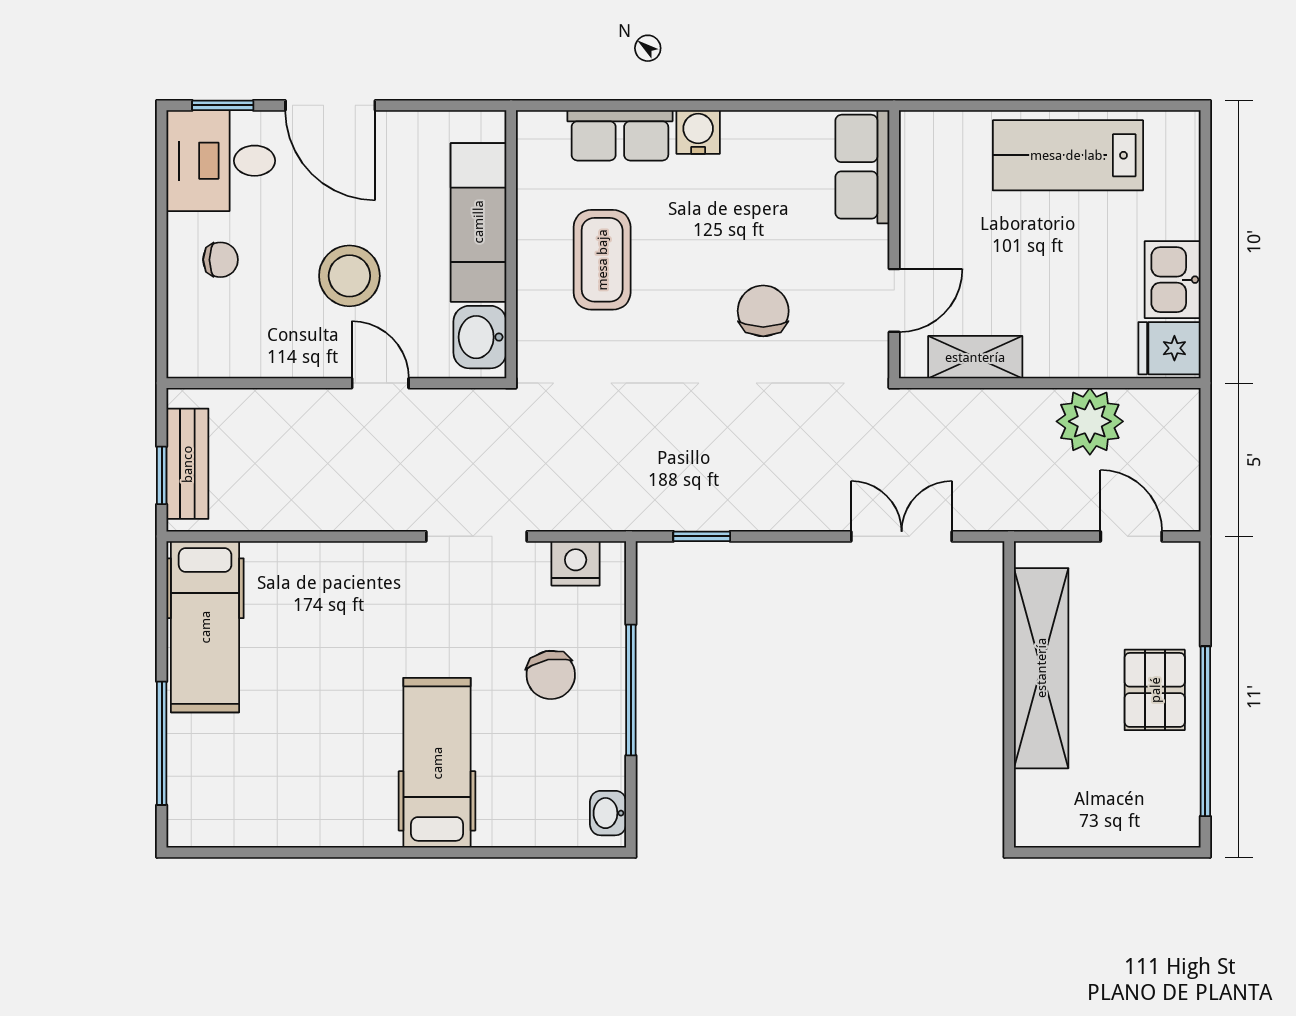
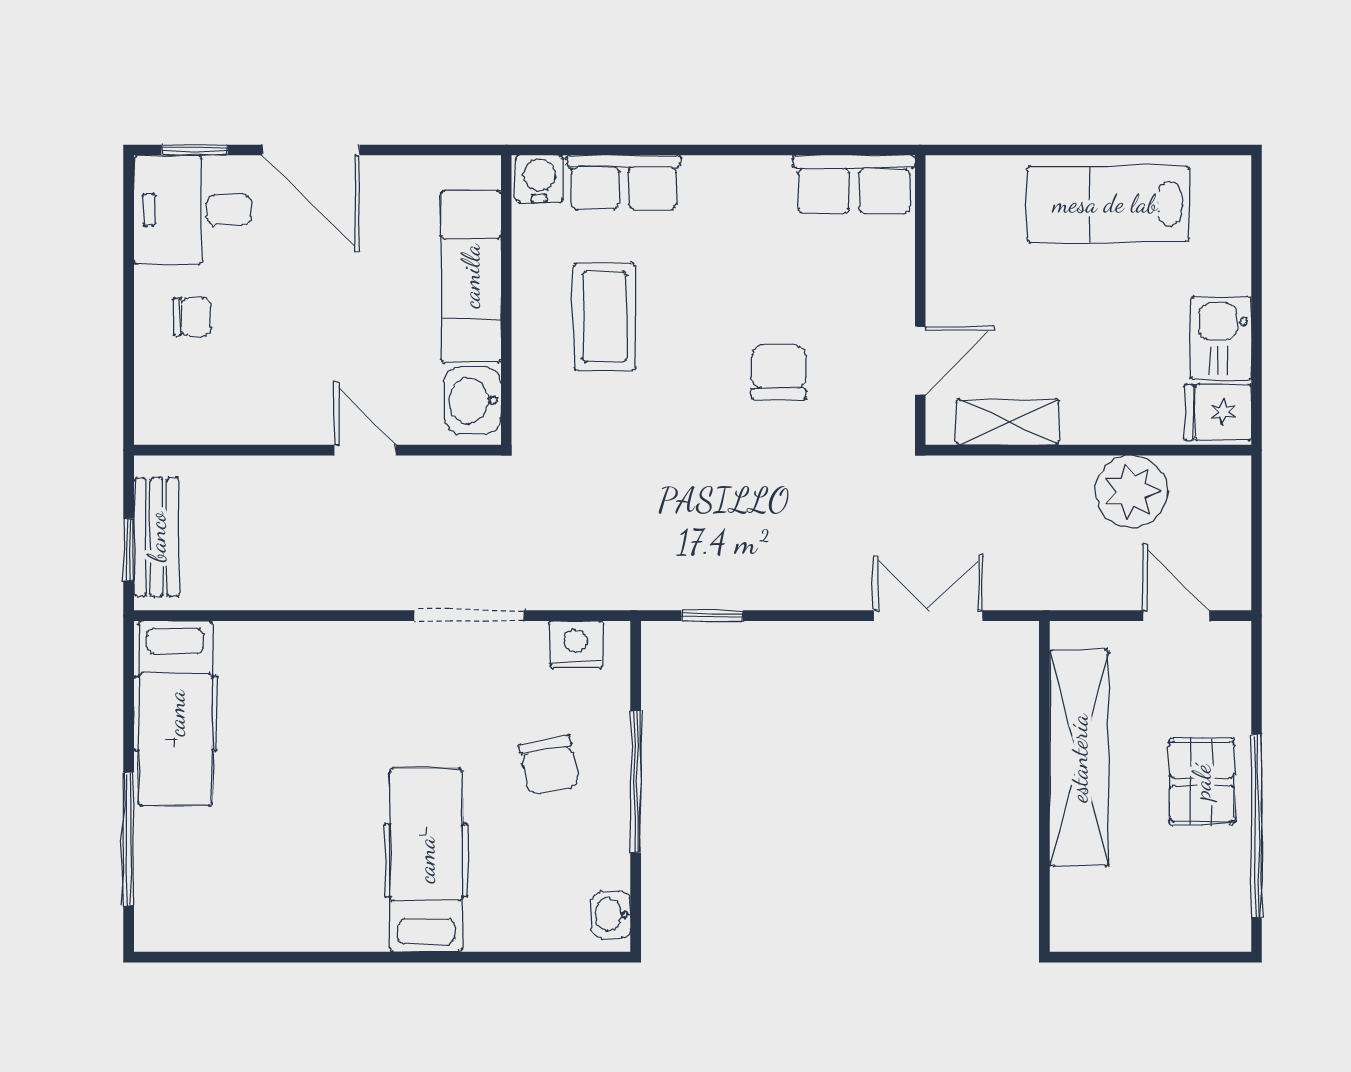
water cooler: (698, 132) -> (539, 179), moved
row of seats: (862, 167) -> (854, 184), moved, turned -90
stool: (349, 276) -> (332, 334), removed

